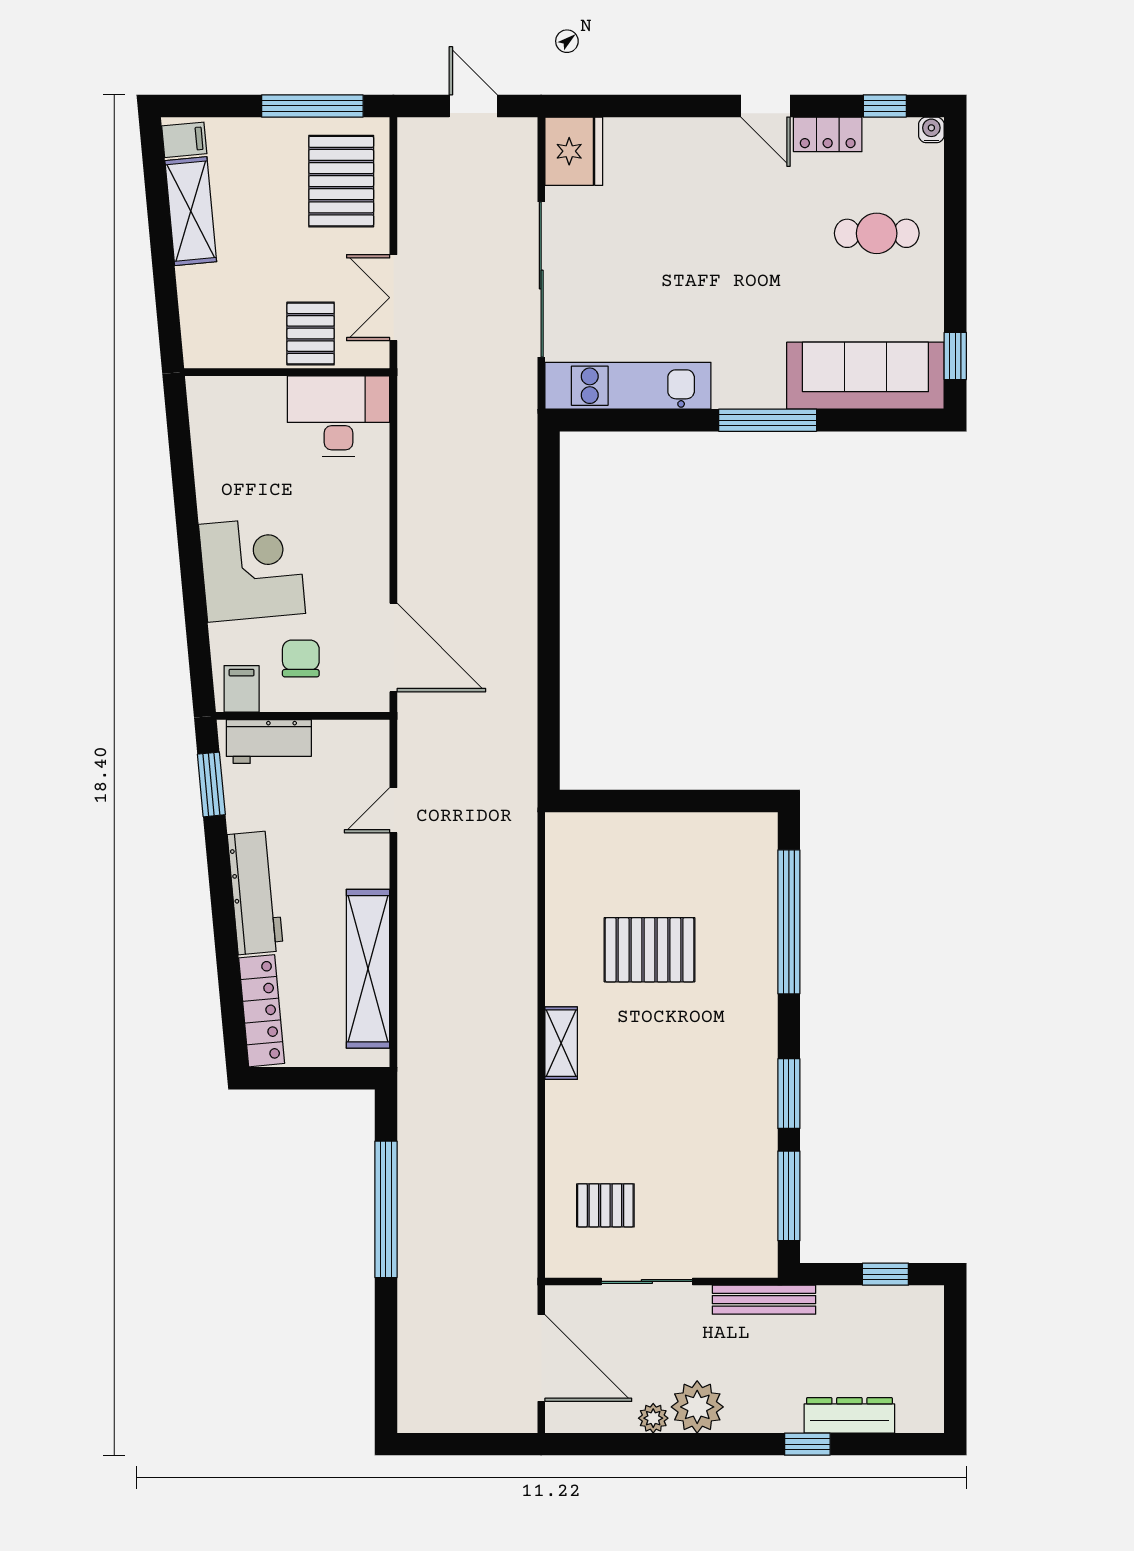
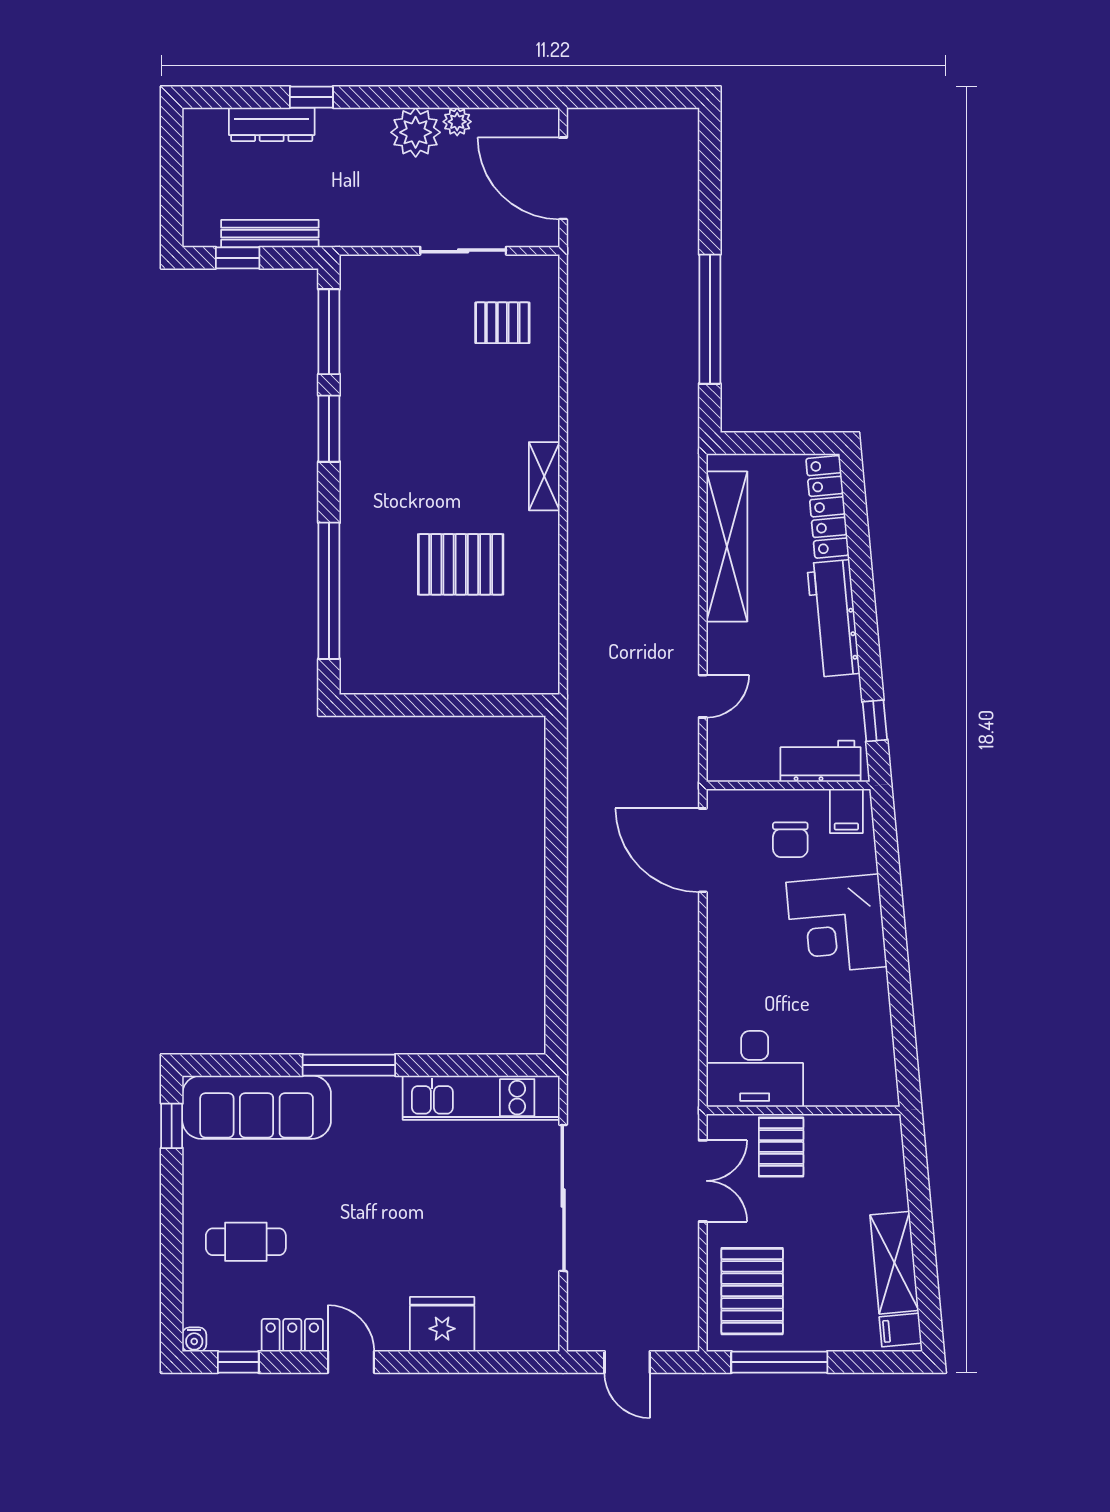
fridge: (574, 151) -> (442, 1324), moved, turned 90
window: (211, 784) -> (875, 721), width x0.67
bench: (764, 1300) -> (270, 234), moved

